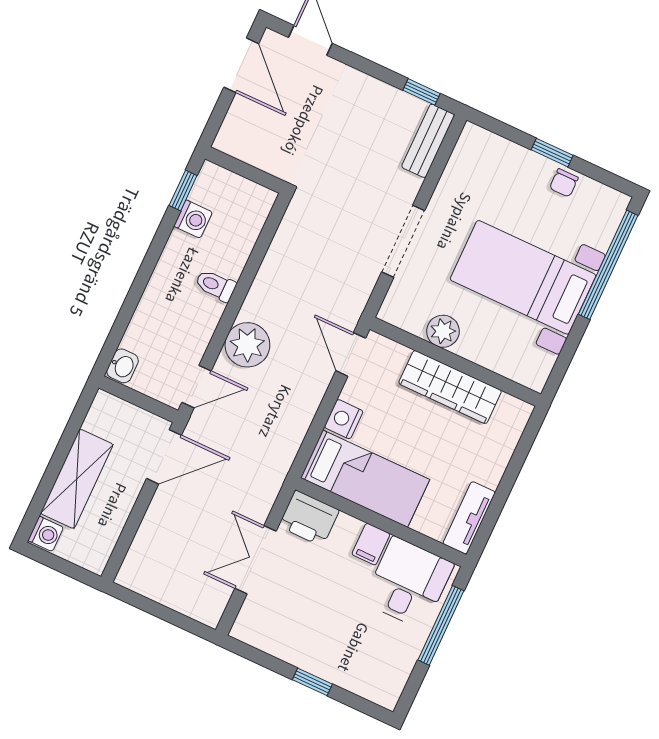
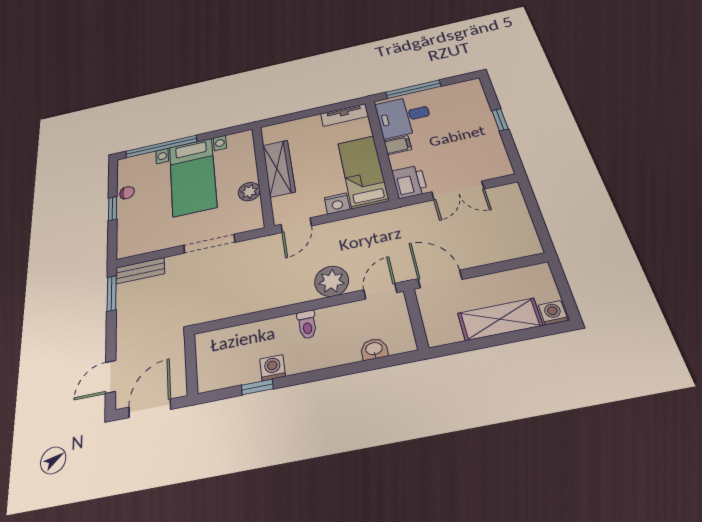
window: (421, 92) -> (112, 293), width x1.50
wall: (245, 170) -> (191, 364), moved
washbasin: (123, 366) -> (374, 349), moved
door: (196, 387) -> (380, 291), hinge flipped

